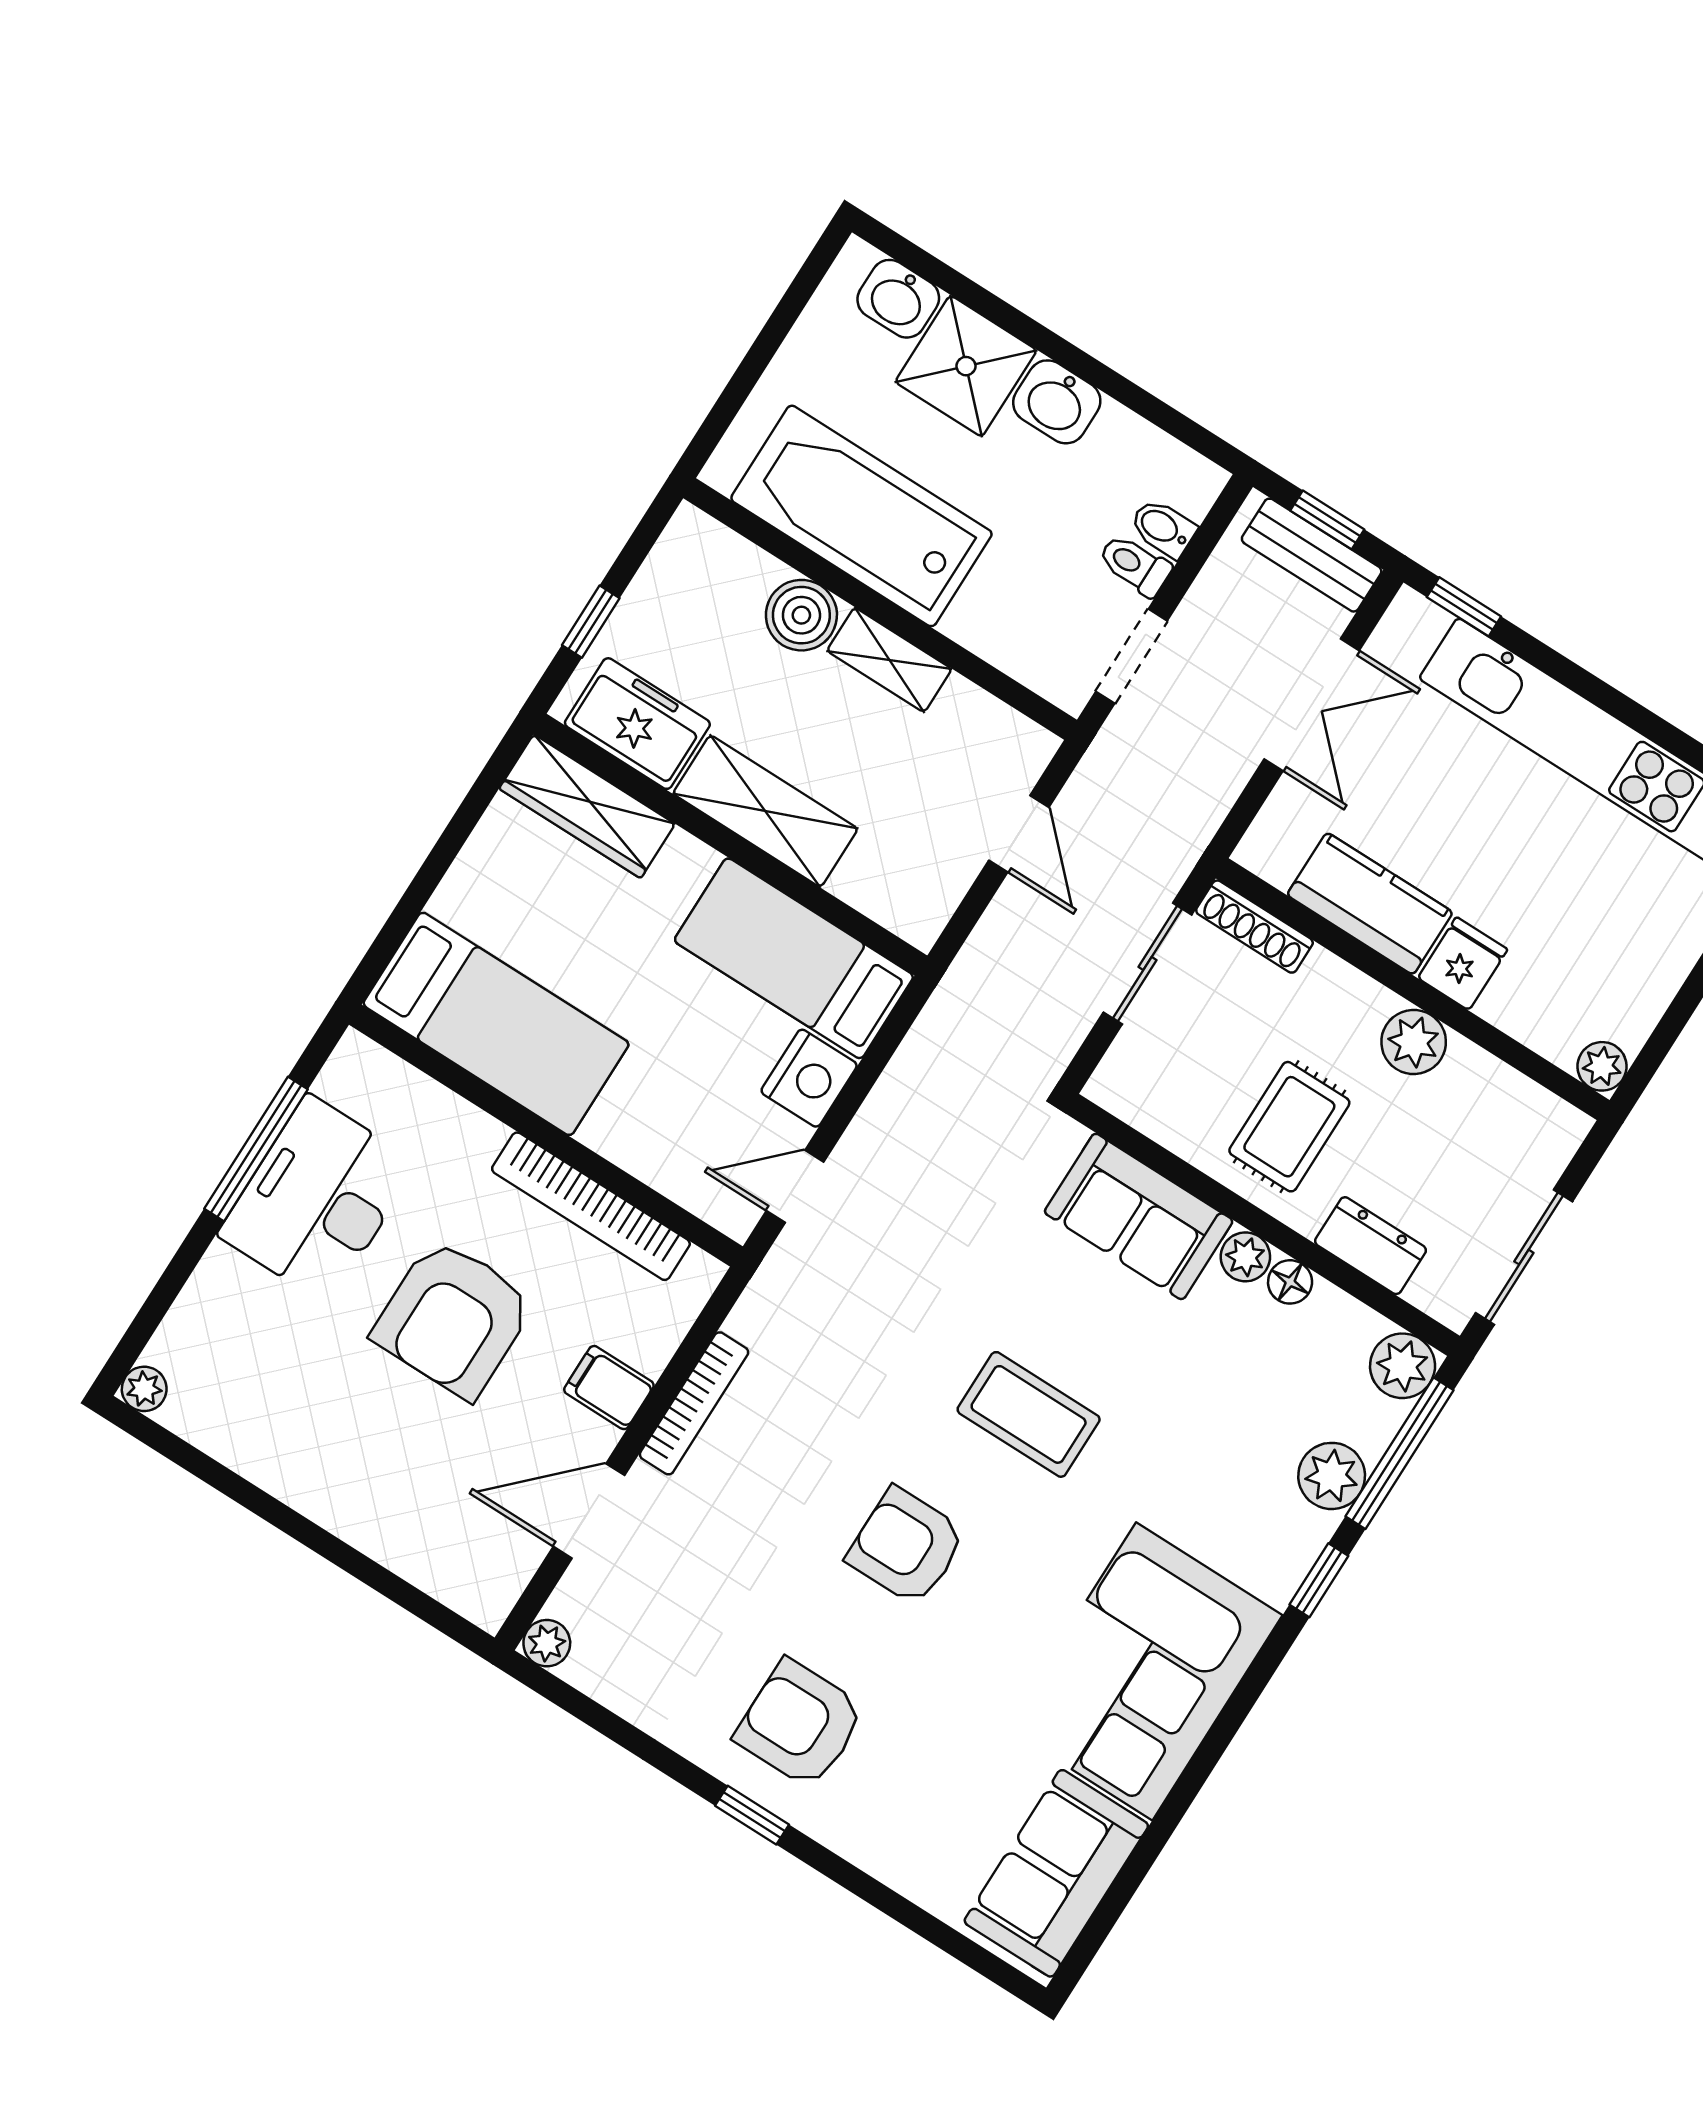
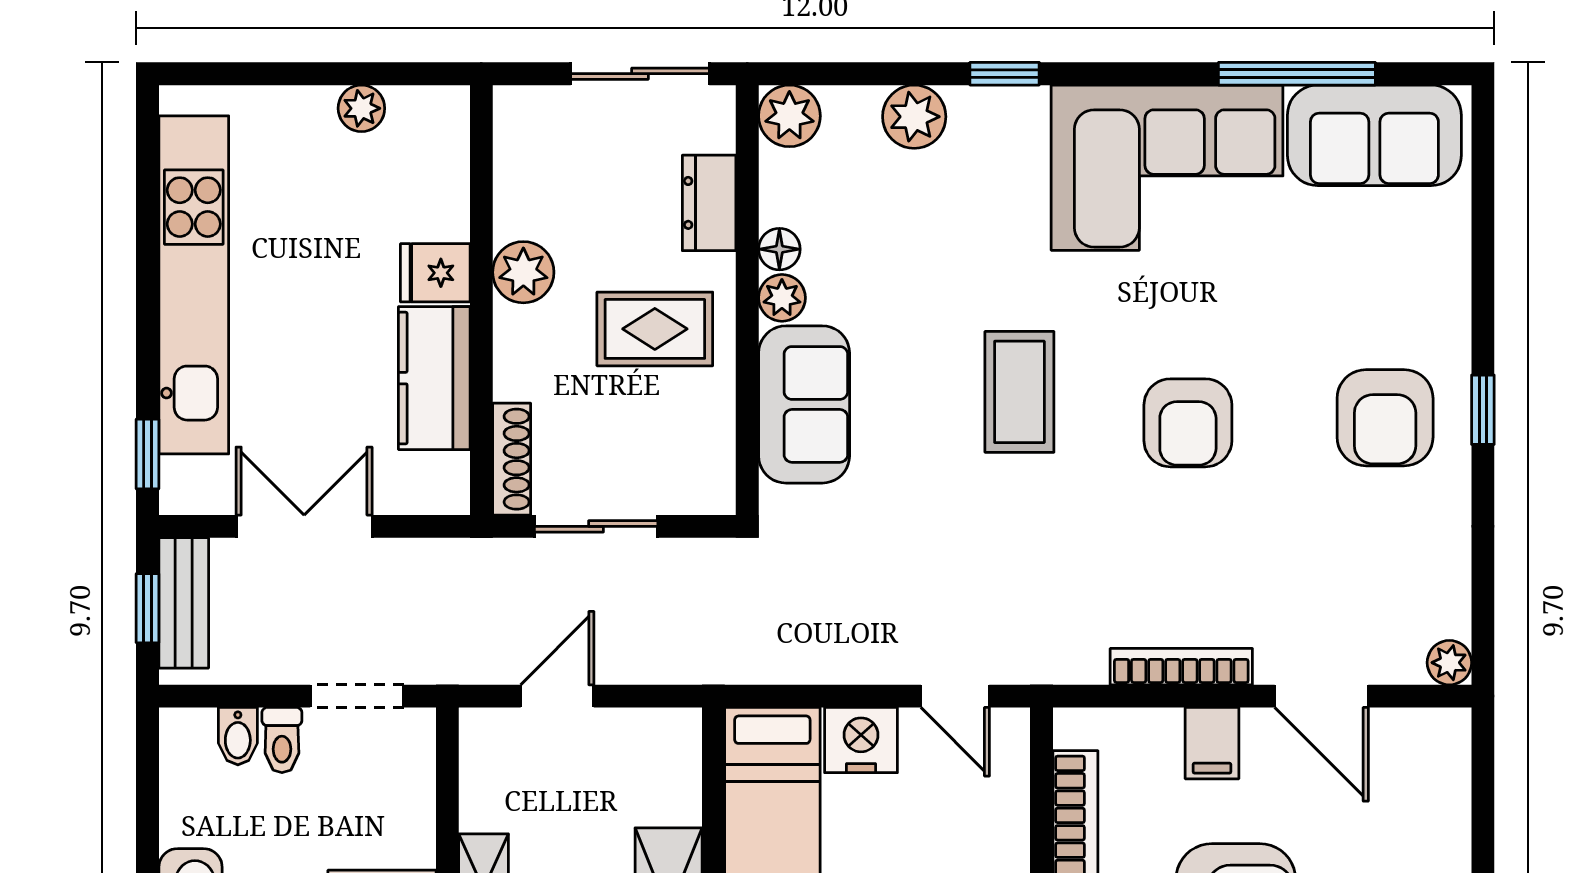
plant: (1602, 1066) -> (361, 108), moved
window: (1399, 1453) -> (1297, 74), moved

